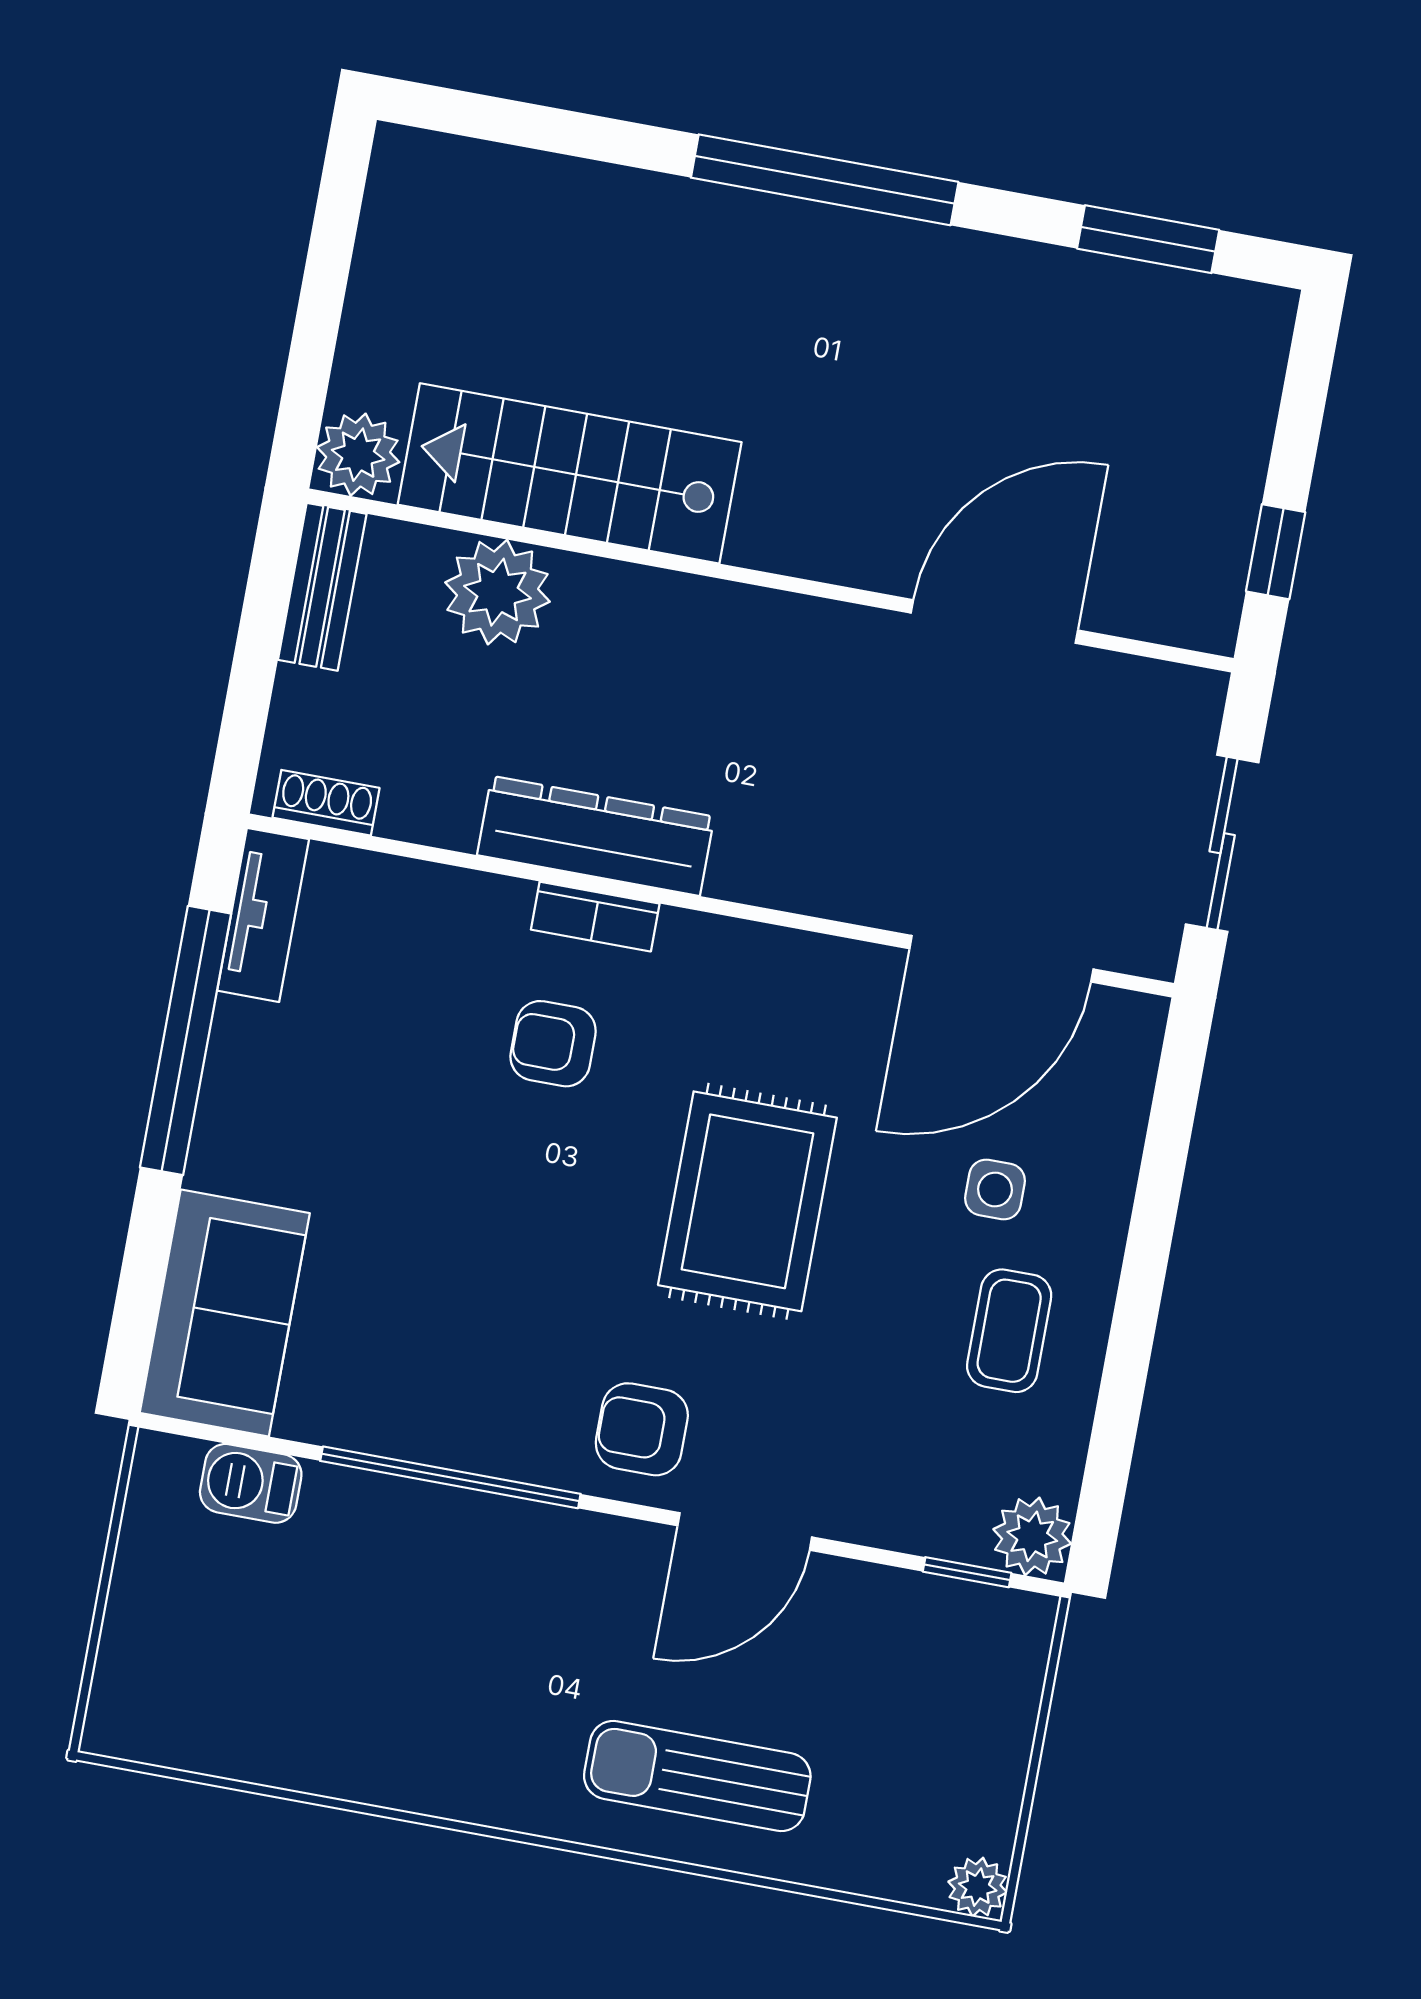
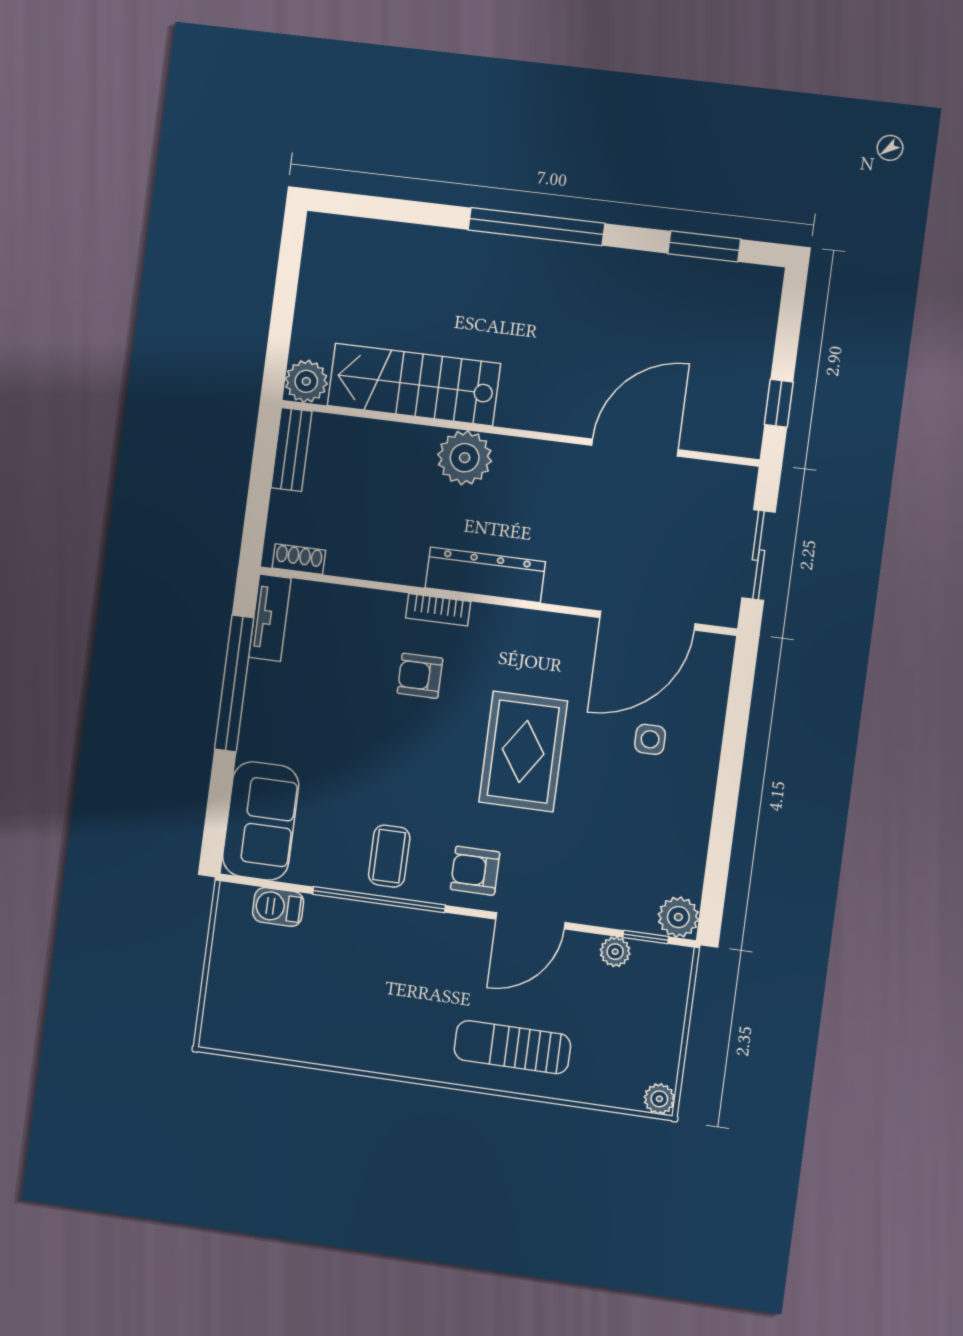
plant: (497, 592) -> (465, 458), moved
dresser: (596, 836) -> (485, 575), moved
coffee table: (1009, 1331) -> (389, 856), moved
plant: (907, 1598) -> (615, 952), added

